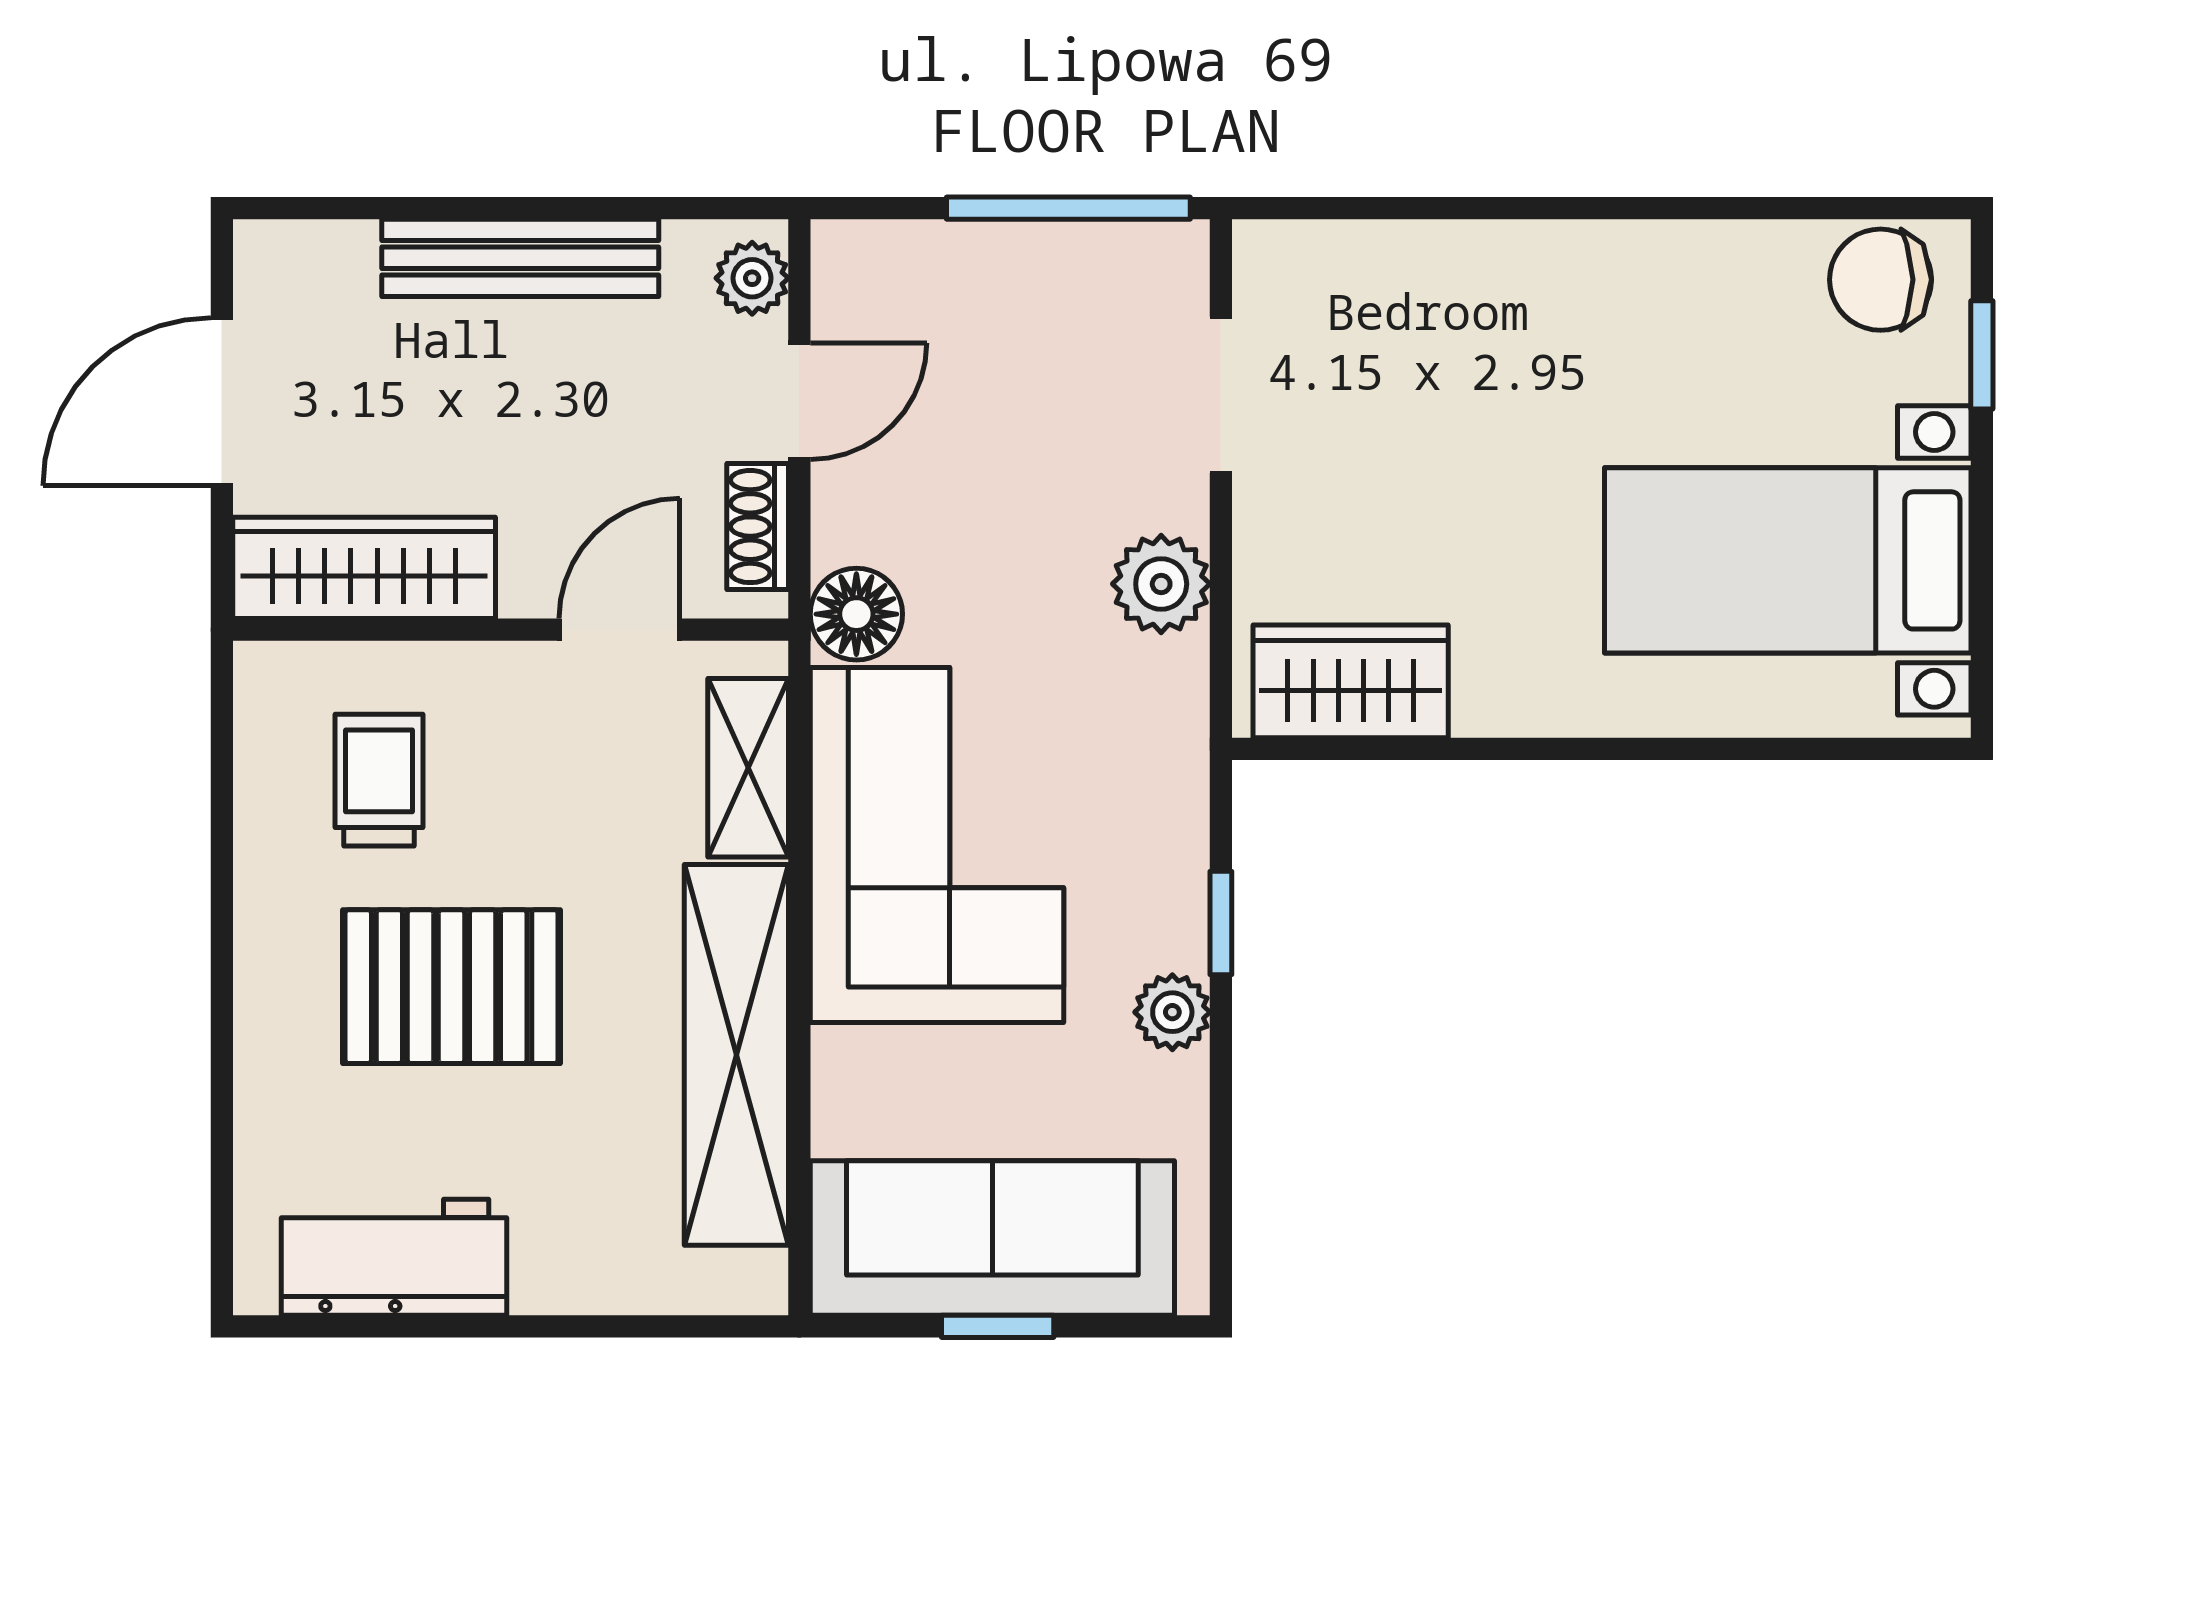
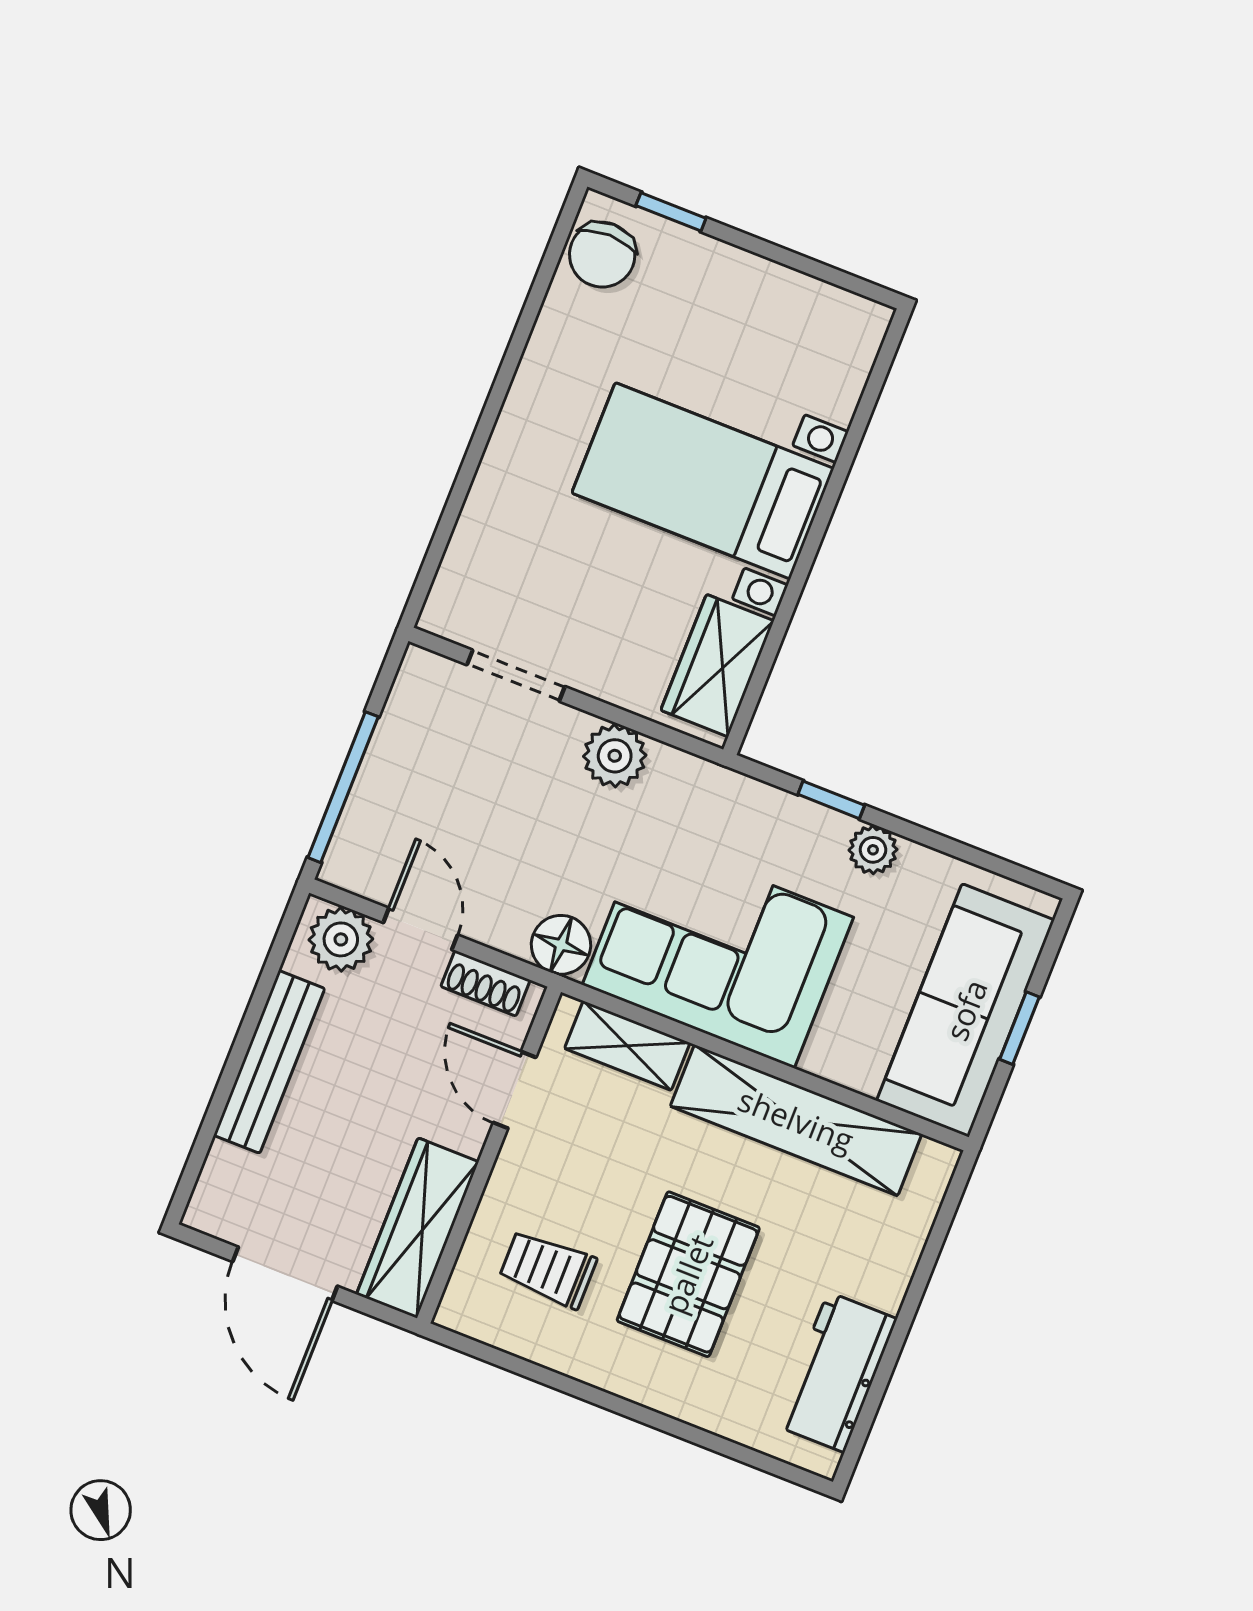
window: (1068, 208) -> (343, 787), moved
plant: (752, 278) -> (341, 939), width x1.38, depth x1.38
bed with nightstands: (1788, 560) -> (703, 481), moved, turned 90

